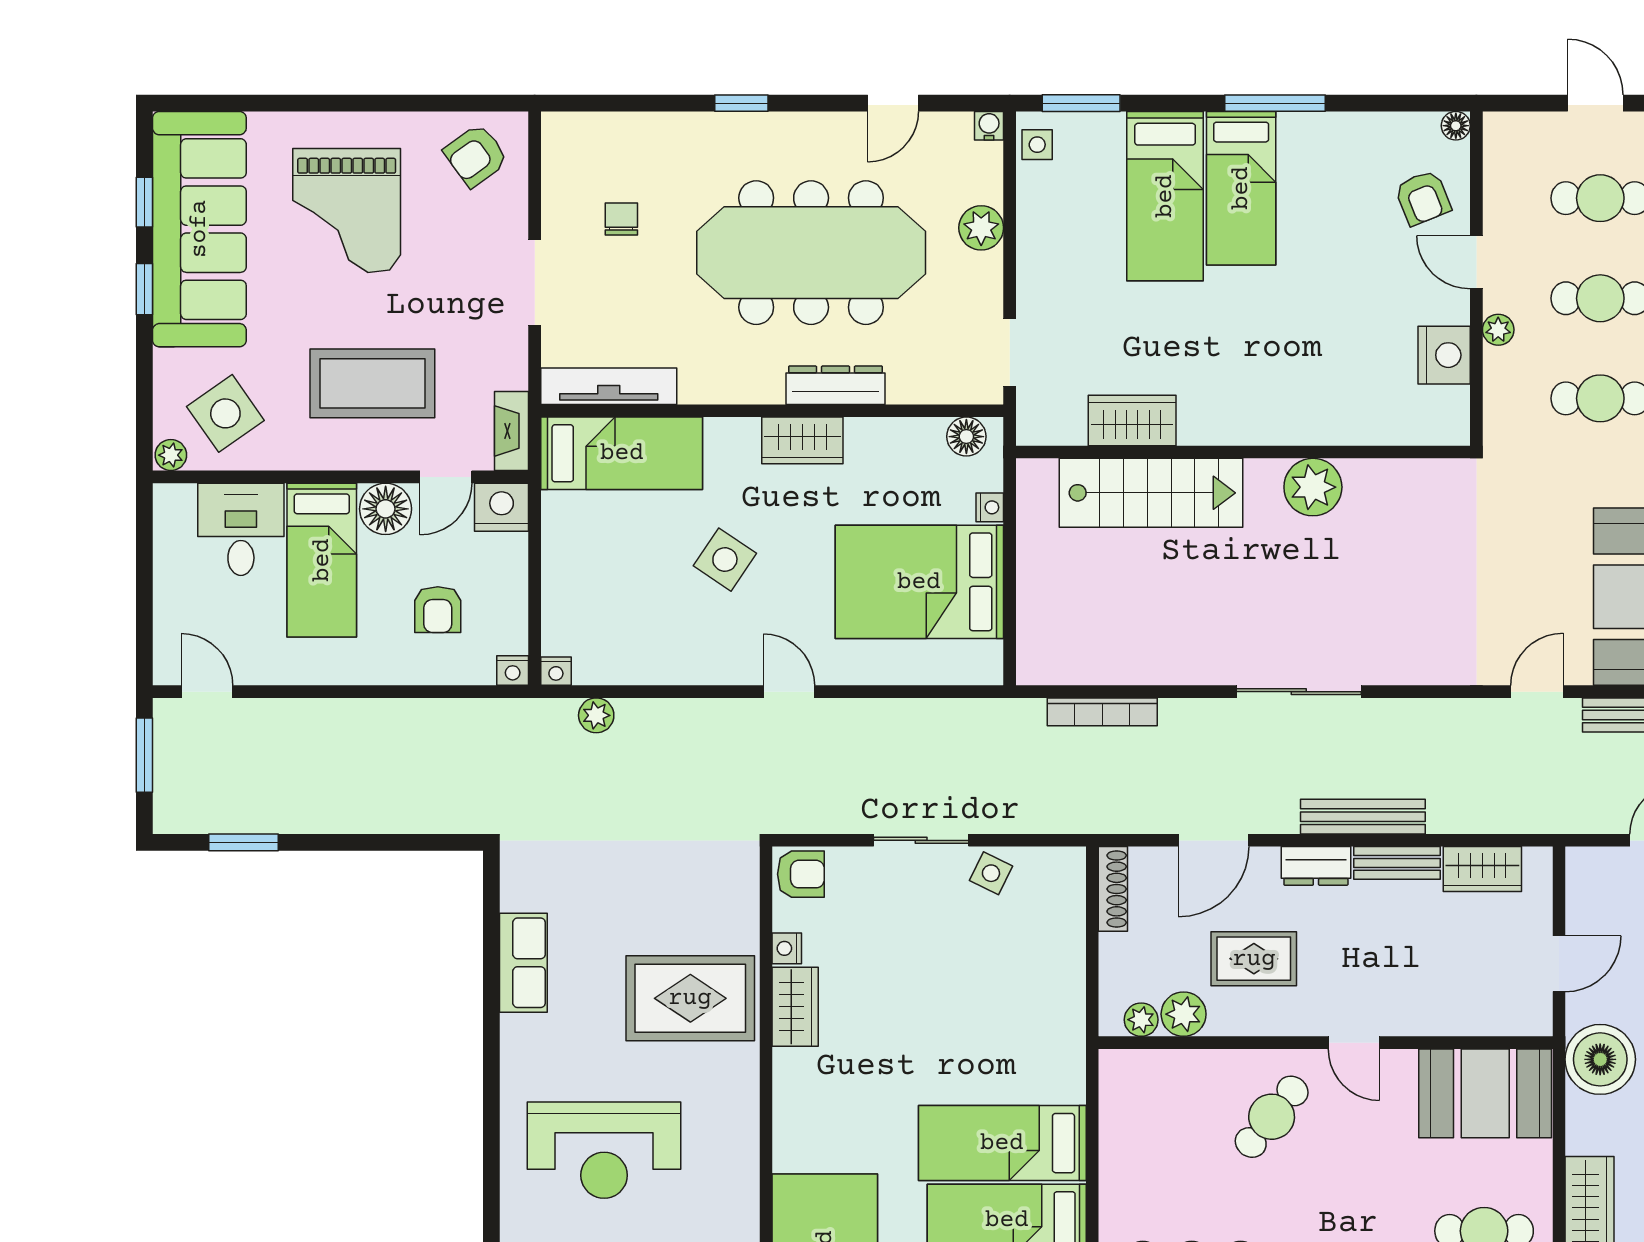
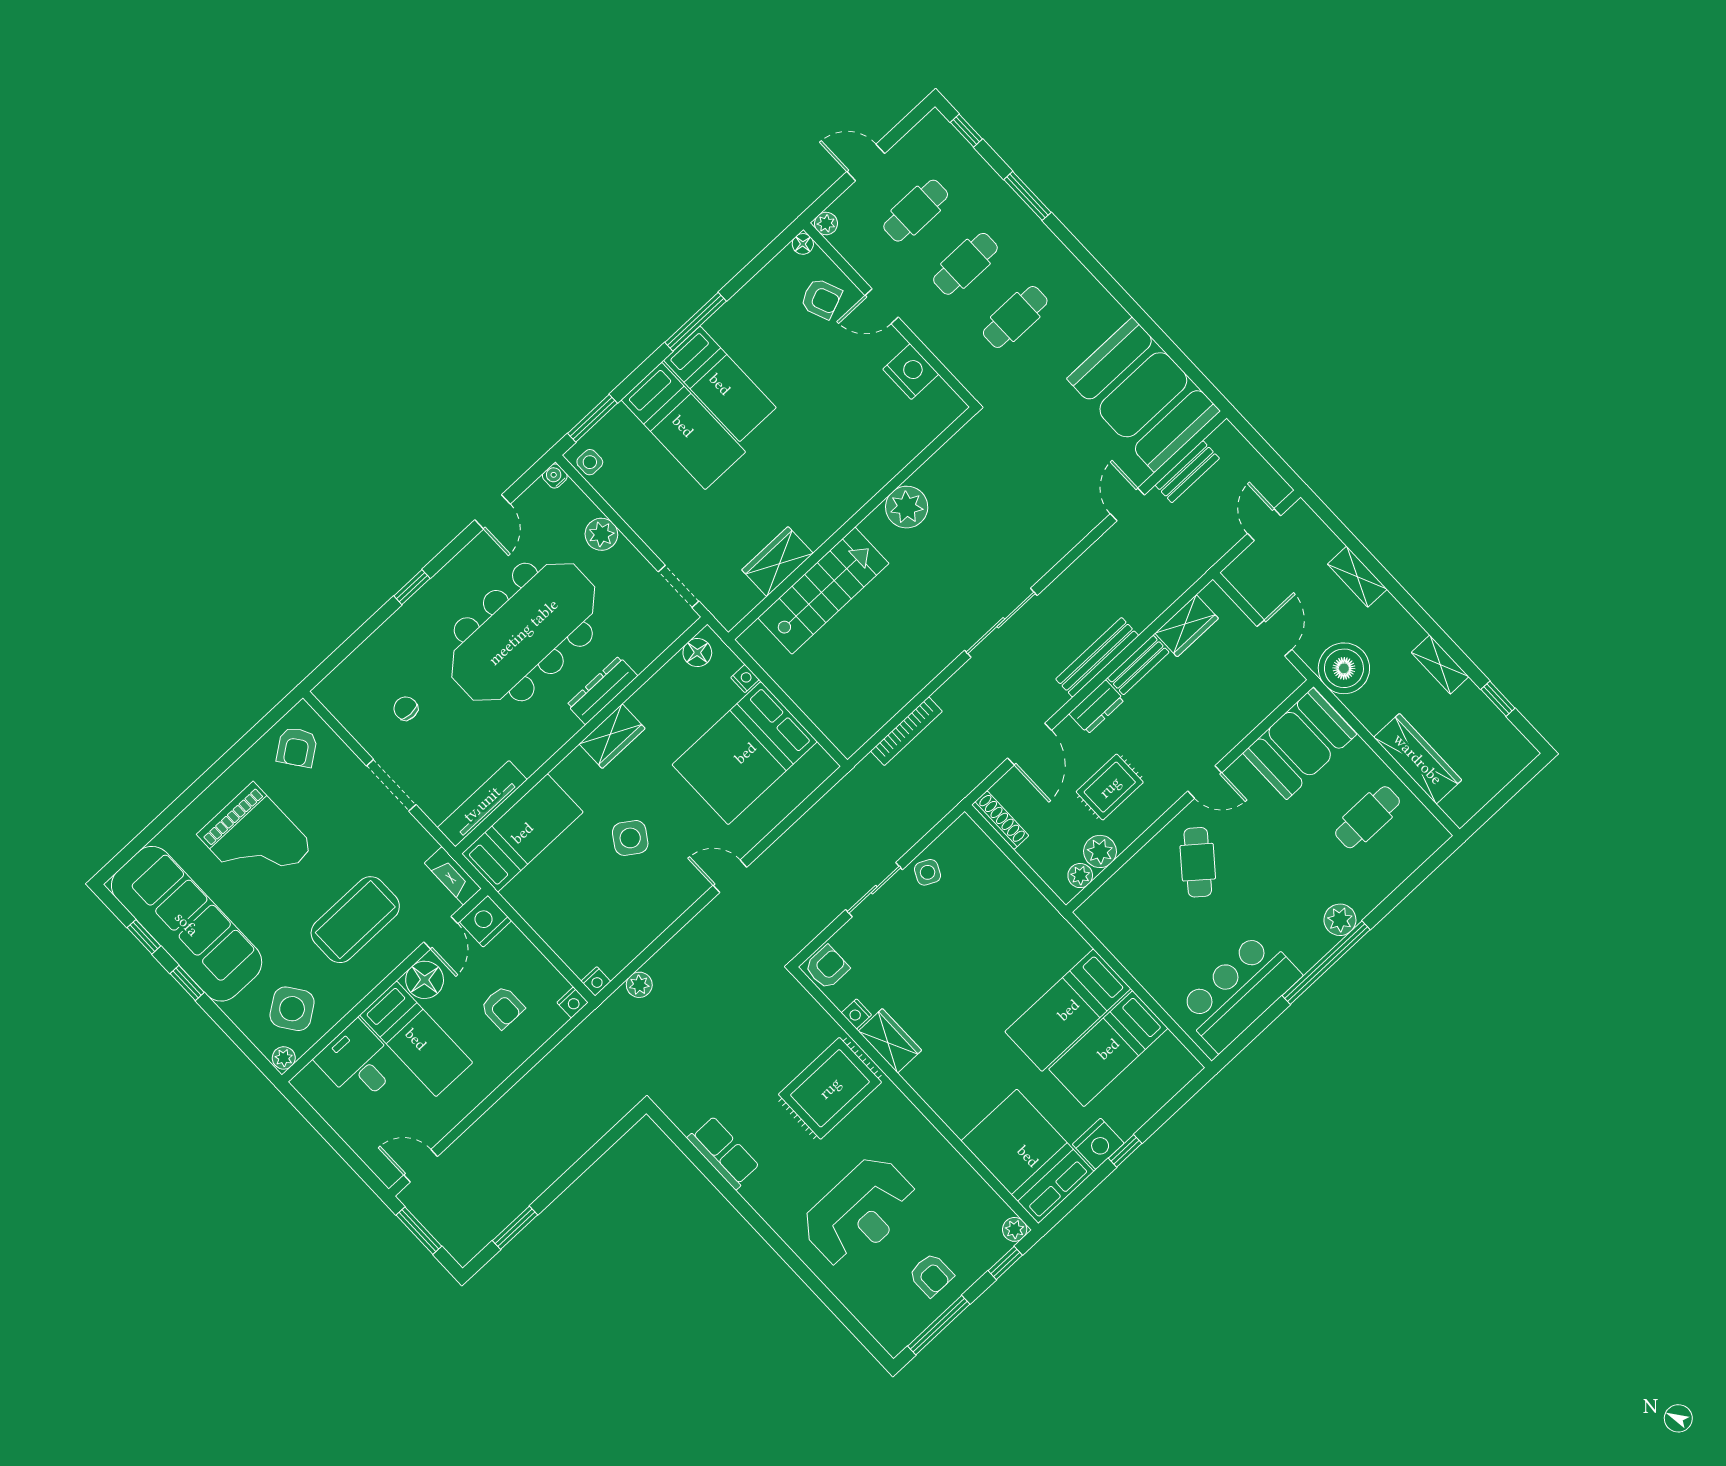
plant: (1498, 330) -> (826, 224), moved

